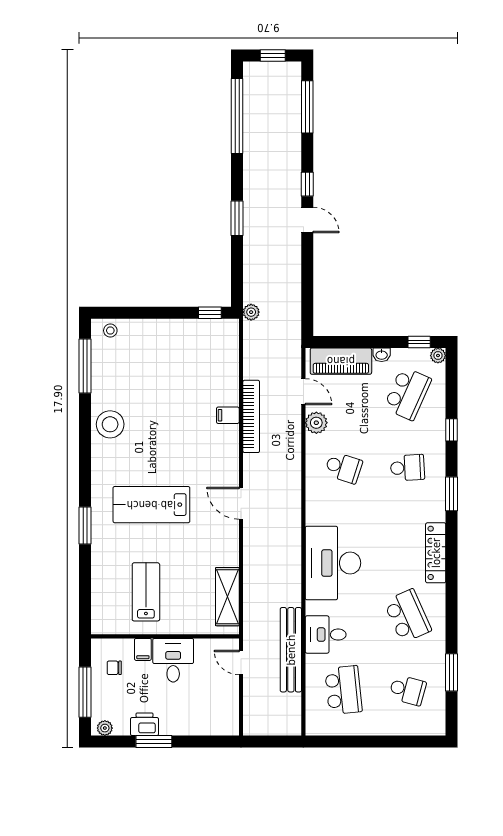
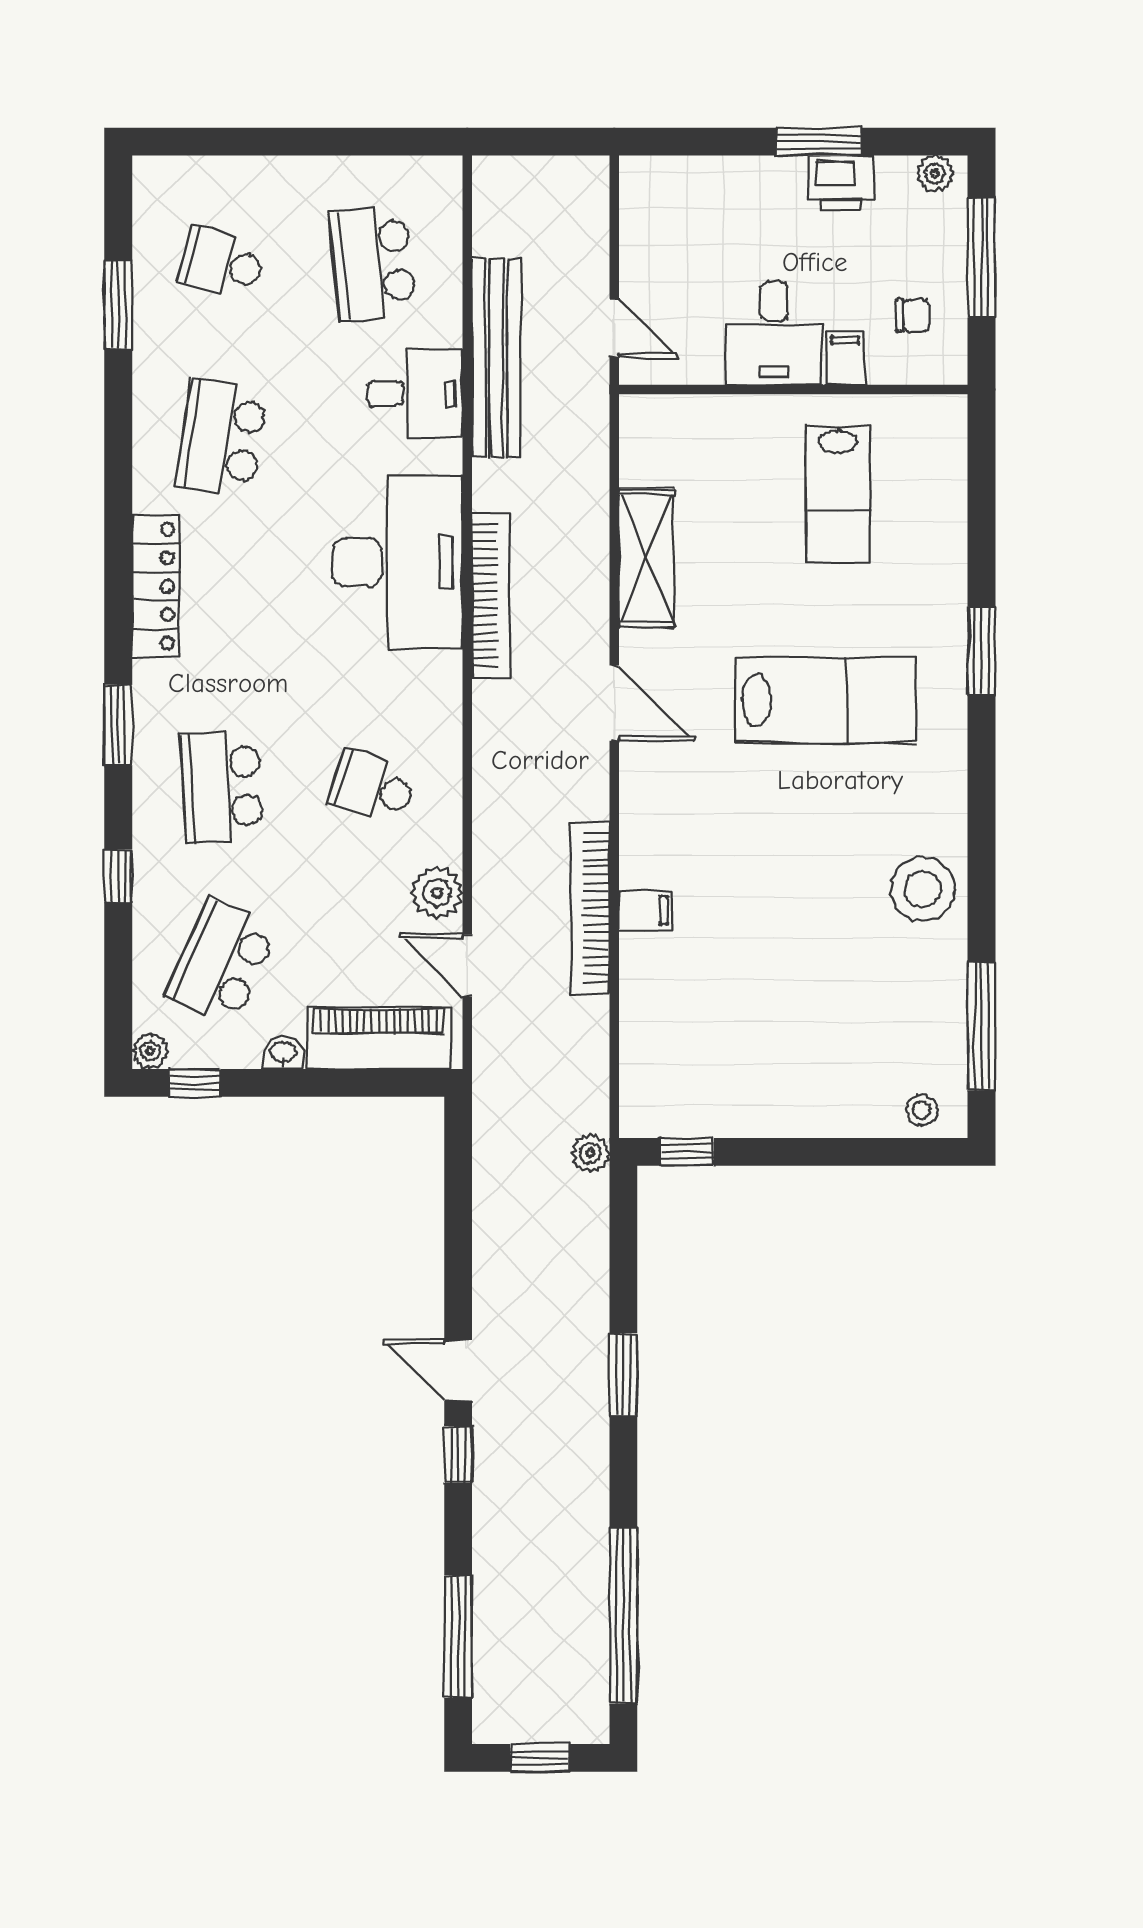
school desk: (408, 468) -> (222, 787), width x1.85
bookcase: (293, 549) -> (491, 595), added
shelving: (227, 597) -> (646, 558), moved
school desk: (408, 616) -> (222, 438), turned 33

